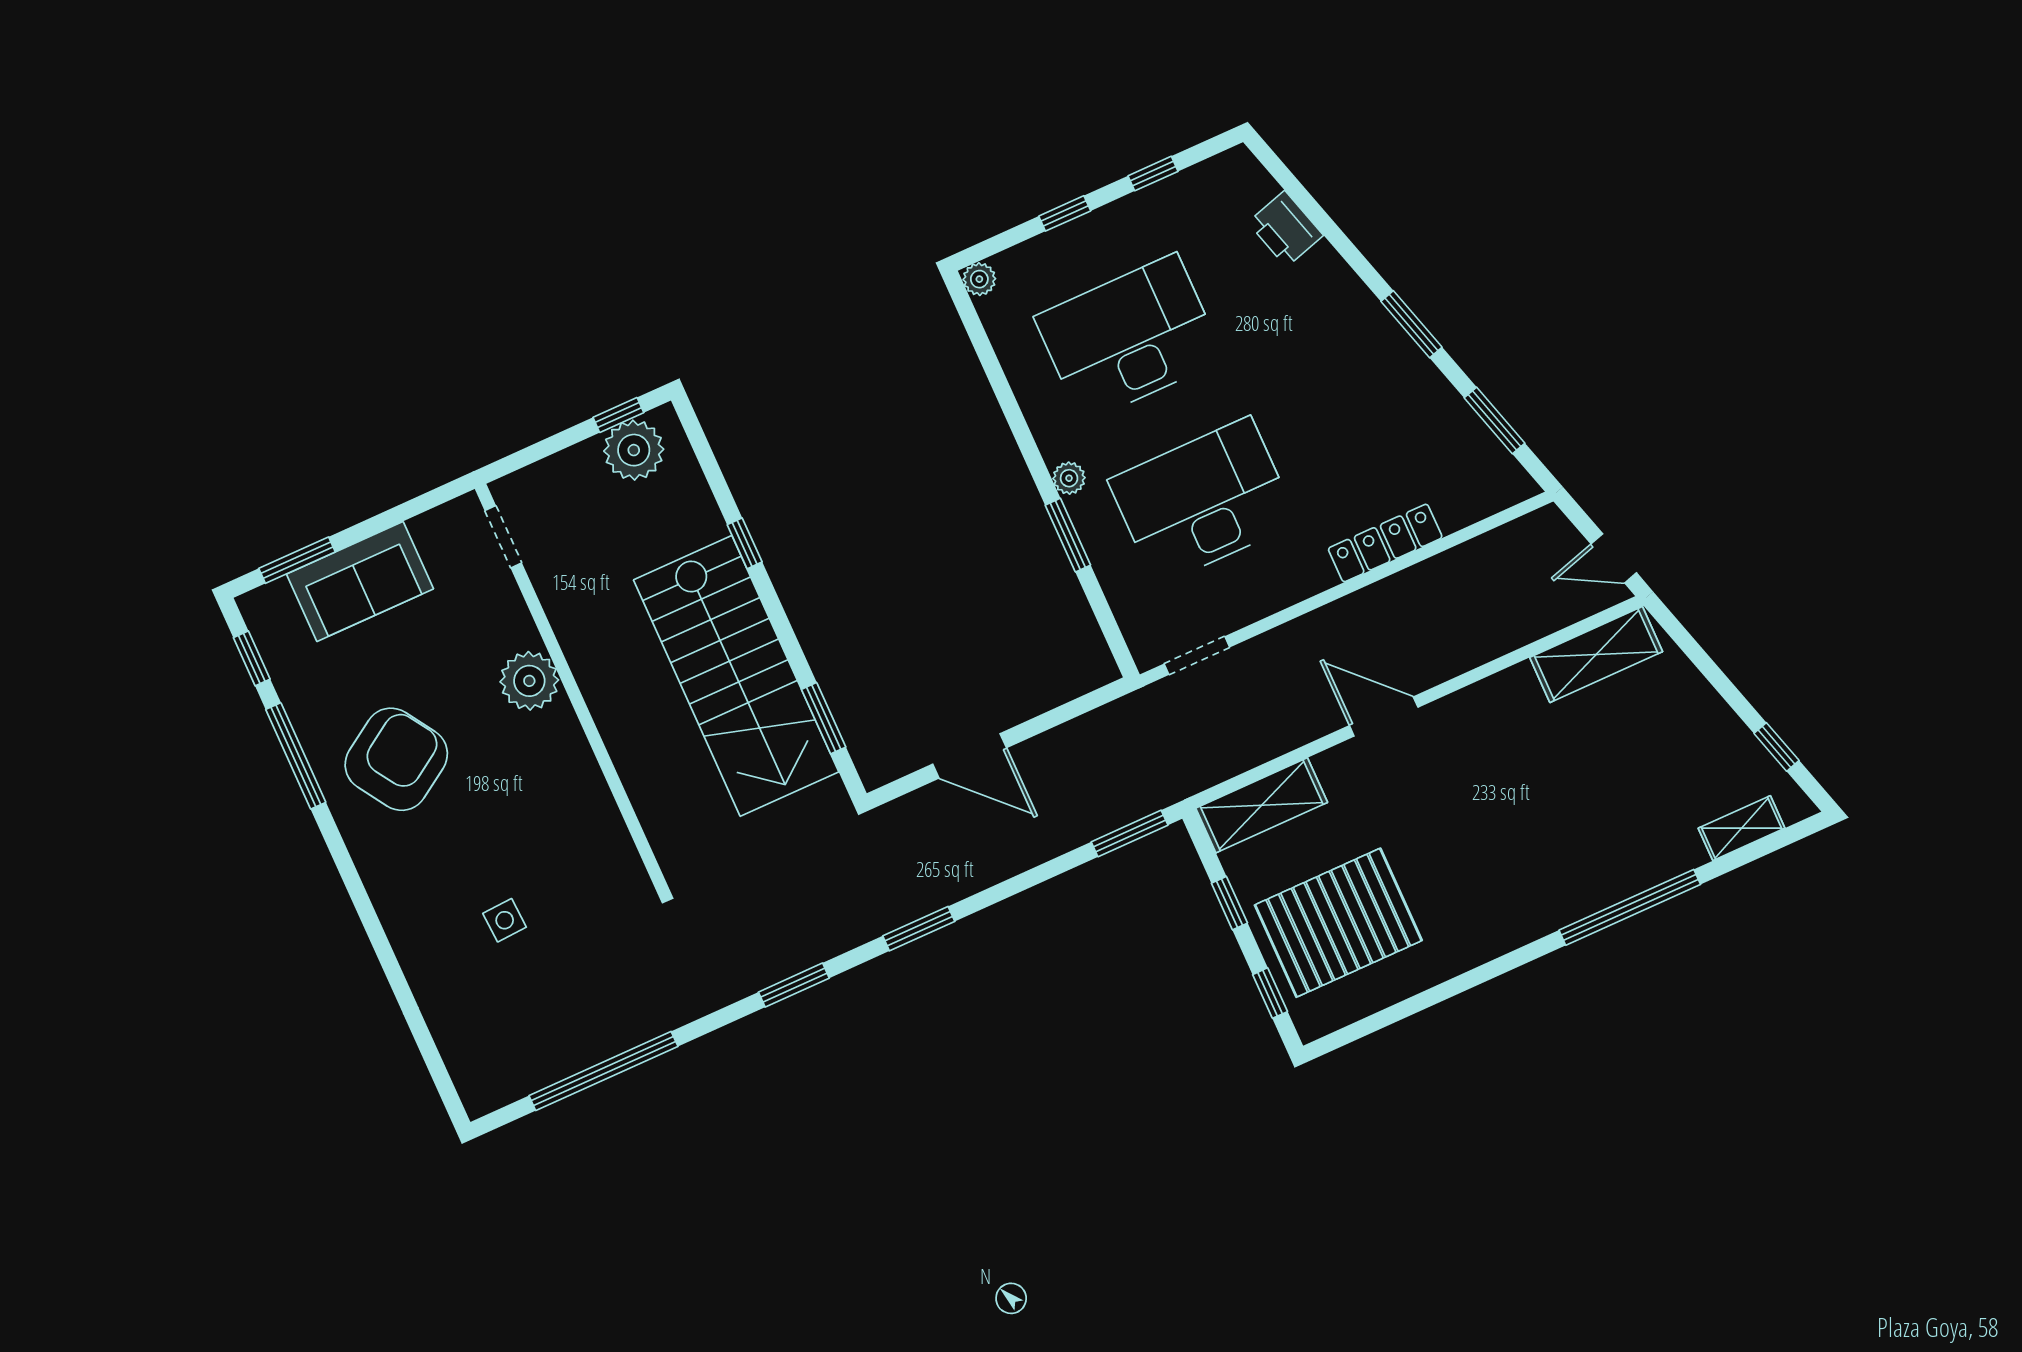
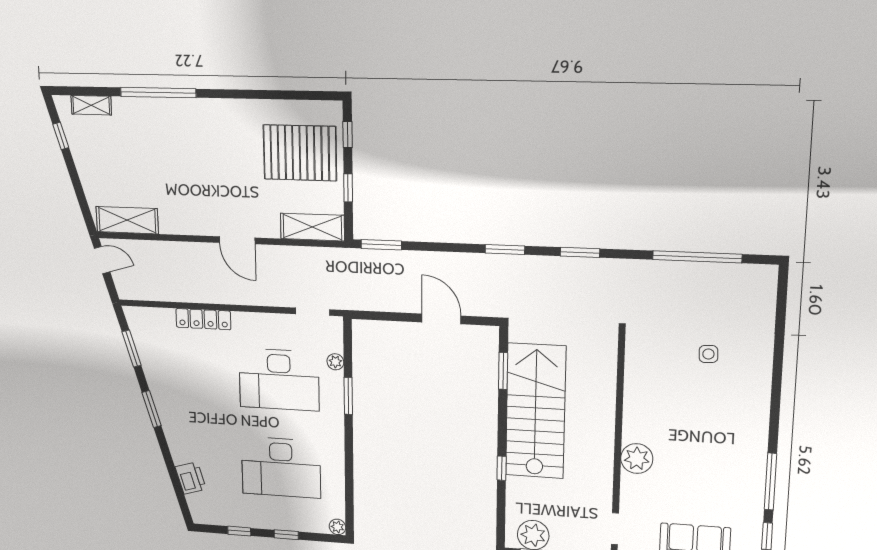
plant: (1069, 478) -> (335, 362), moved
armchair: (396, 759) -> (721, 455), removed

